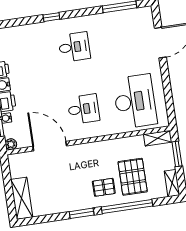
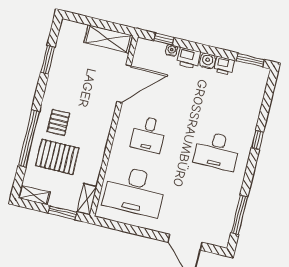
desk: (74, 47) -> (217, 151), width x1.37
plant: (11, 144) -> (142, 44), removed
shelving: (22, 198) -> (108, 39), moved
window: (82, 213) -> (48, 60), moved

